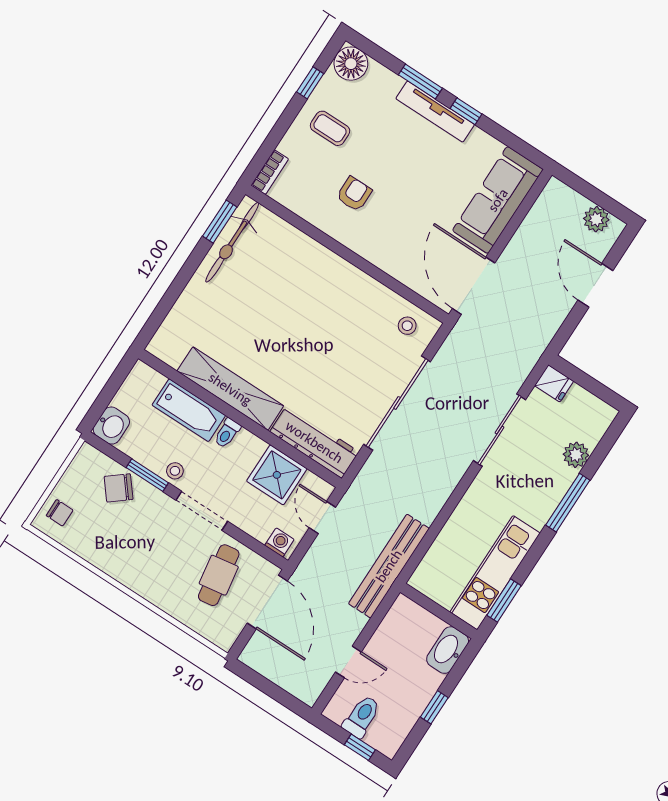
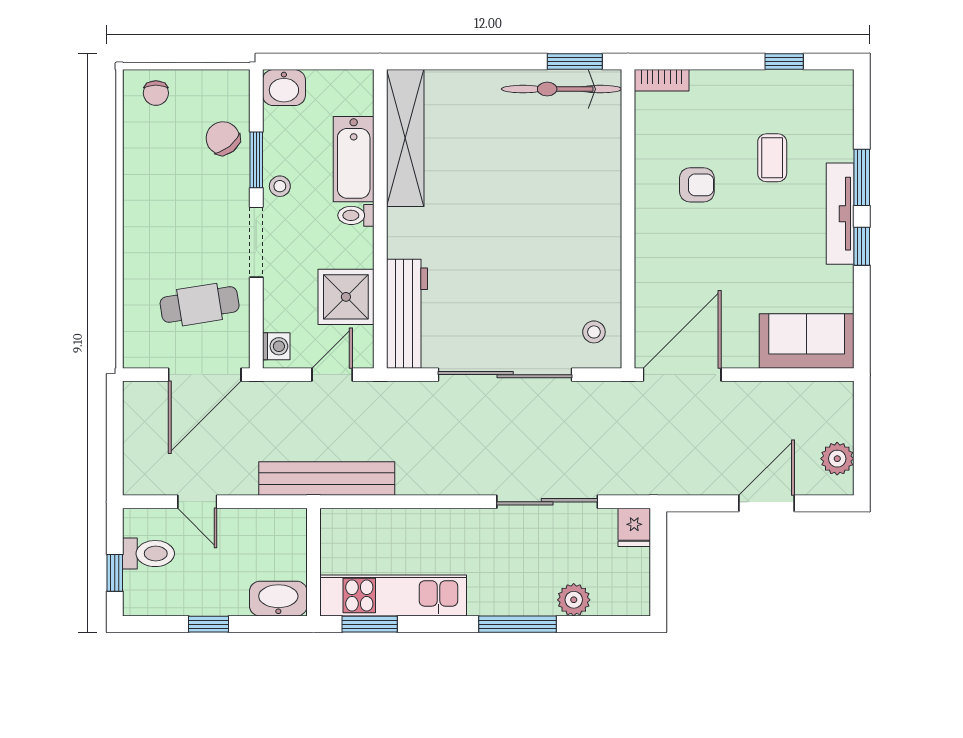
floor lamp: (351, 64) -> (833, 91), removed
coffee table: (330, 128) -> (772, 158), moved
sofa: (498, 200) -> (807, 341), width x0.73
shelving: (230, 389) -> (405, 138), moved

